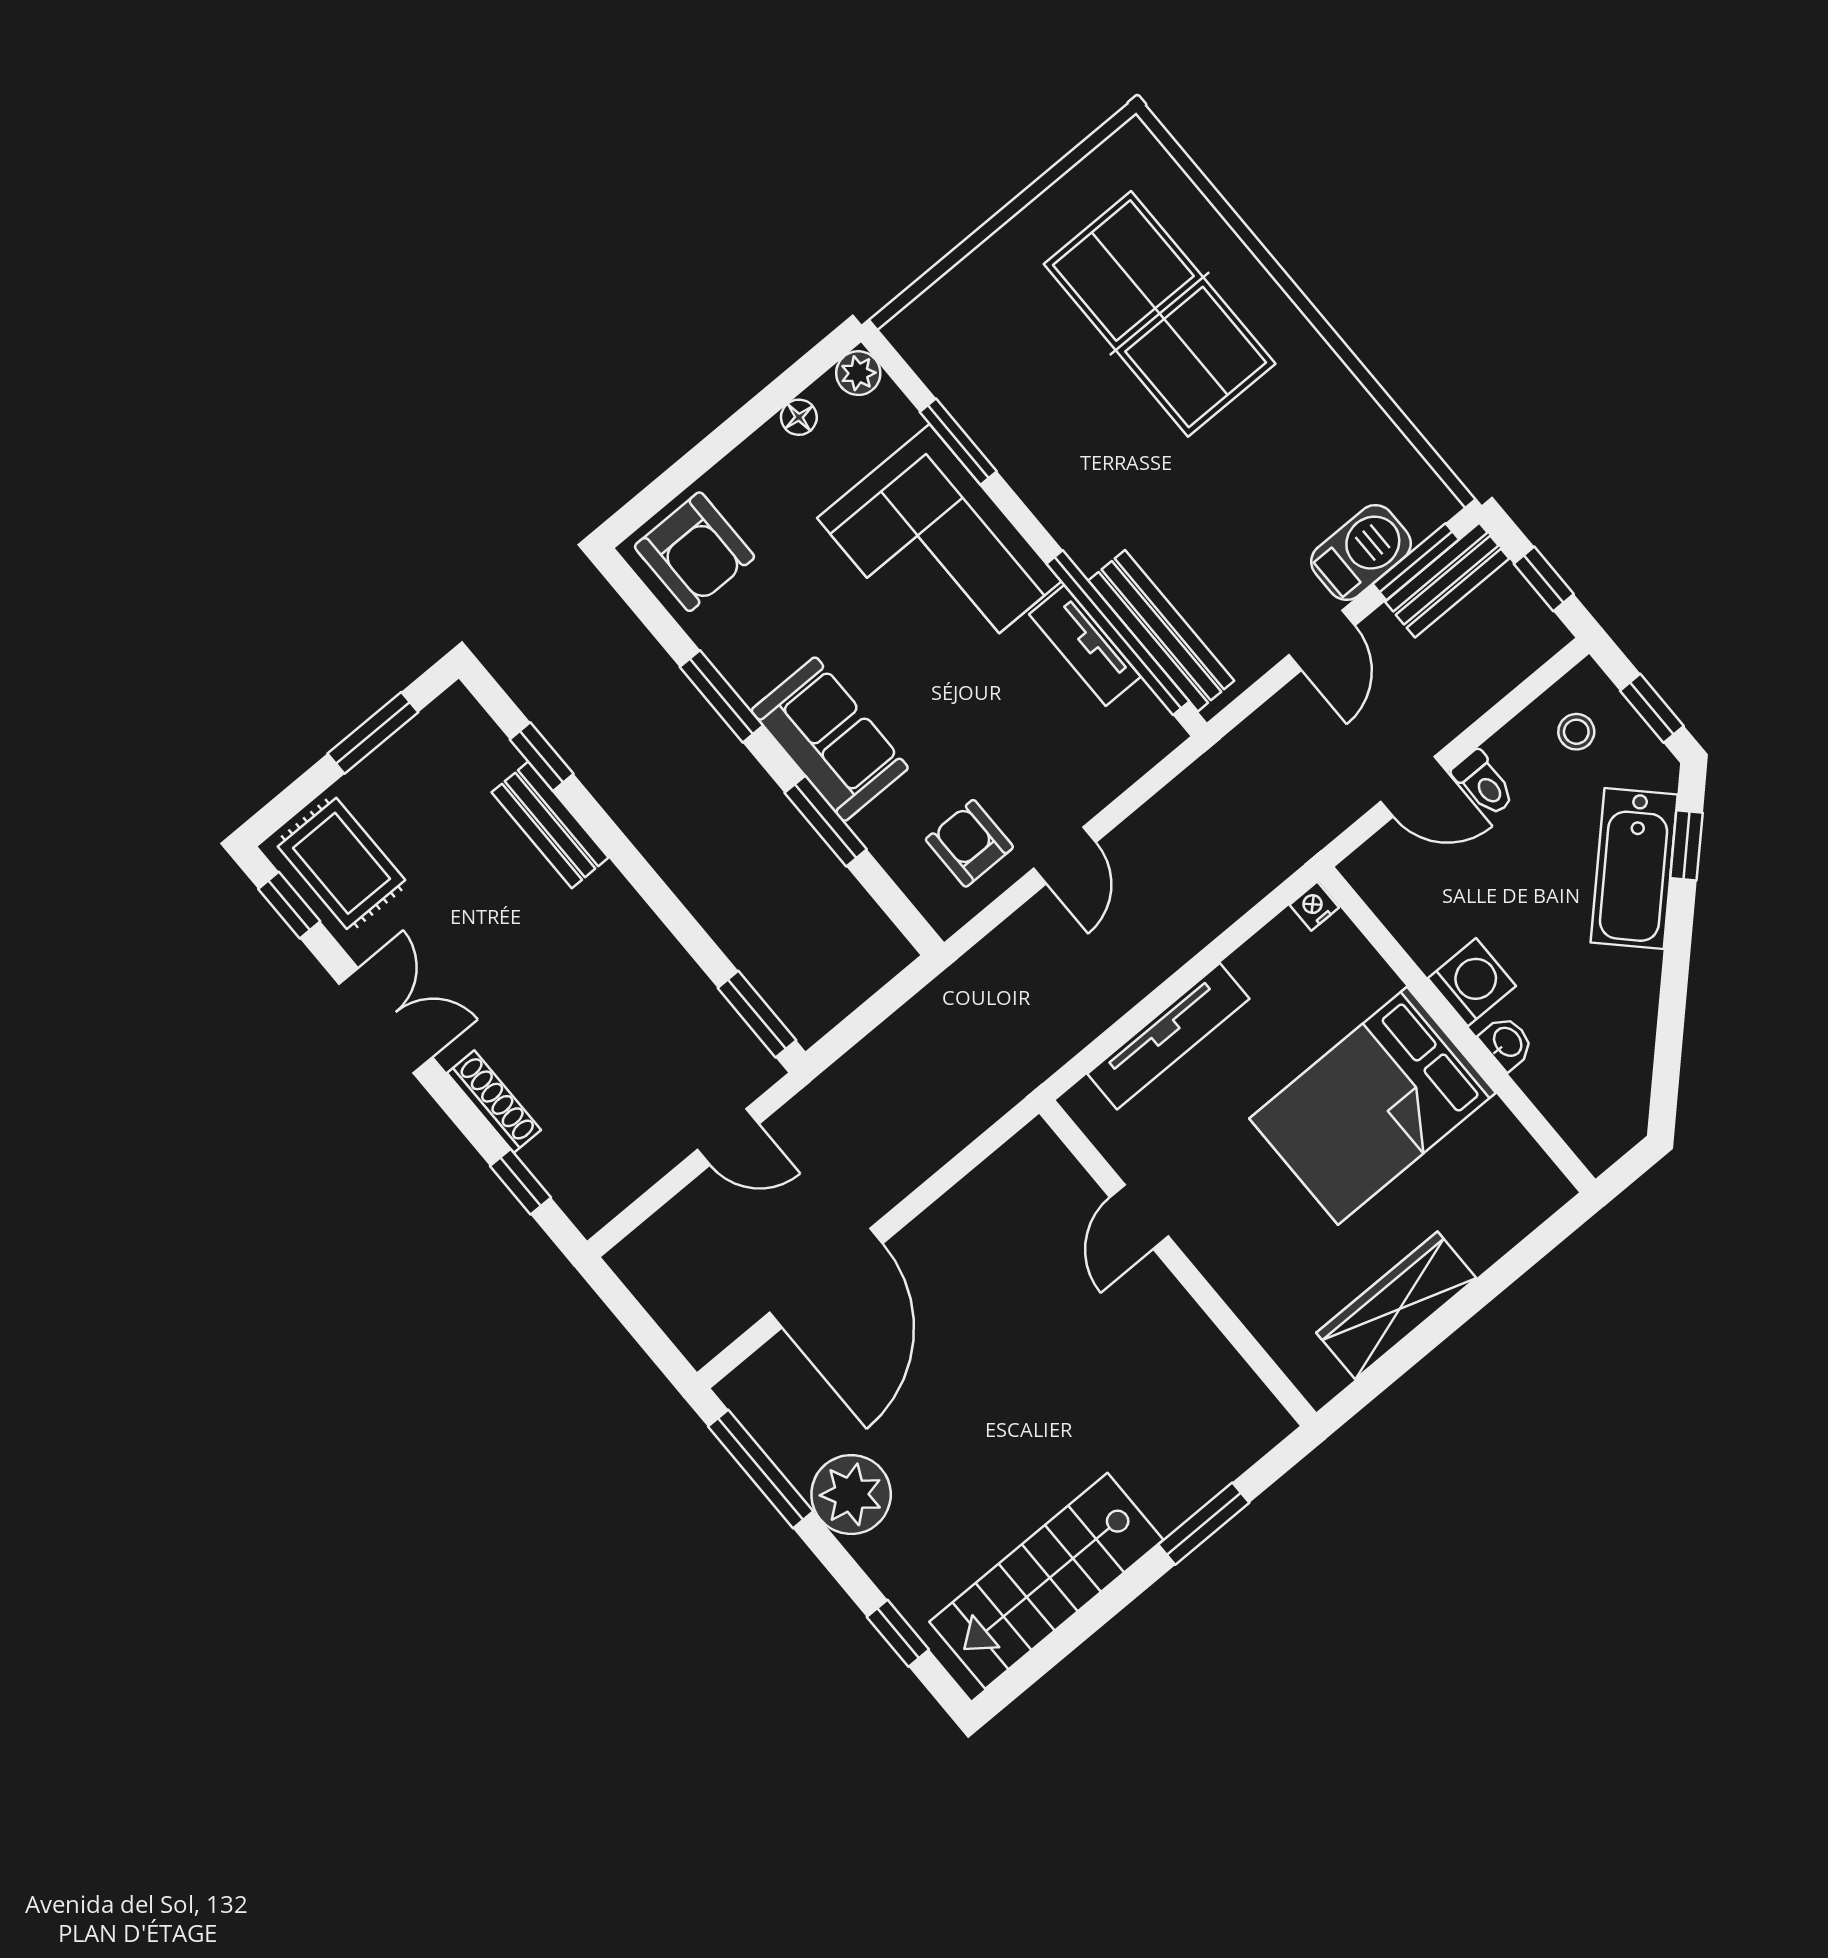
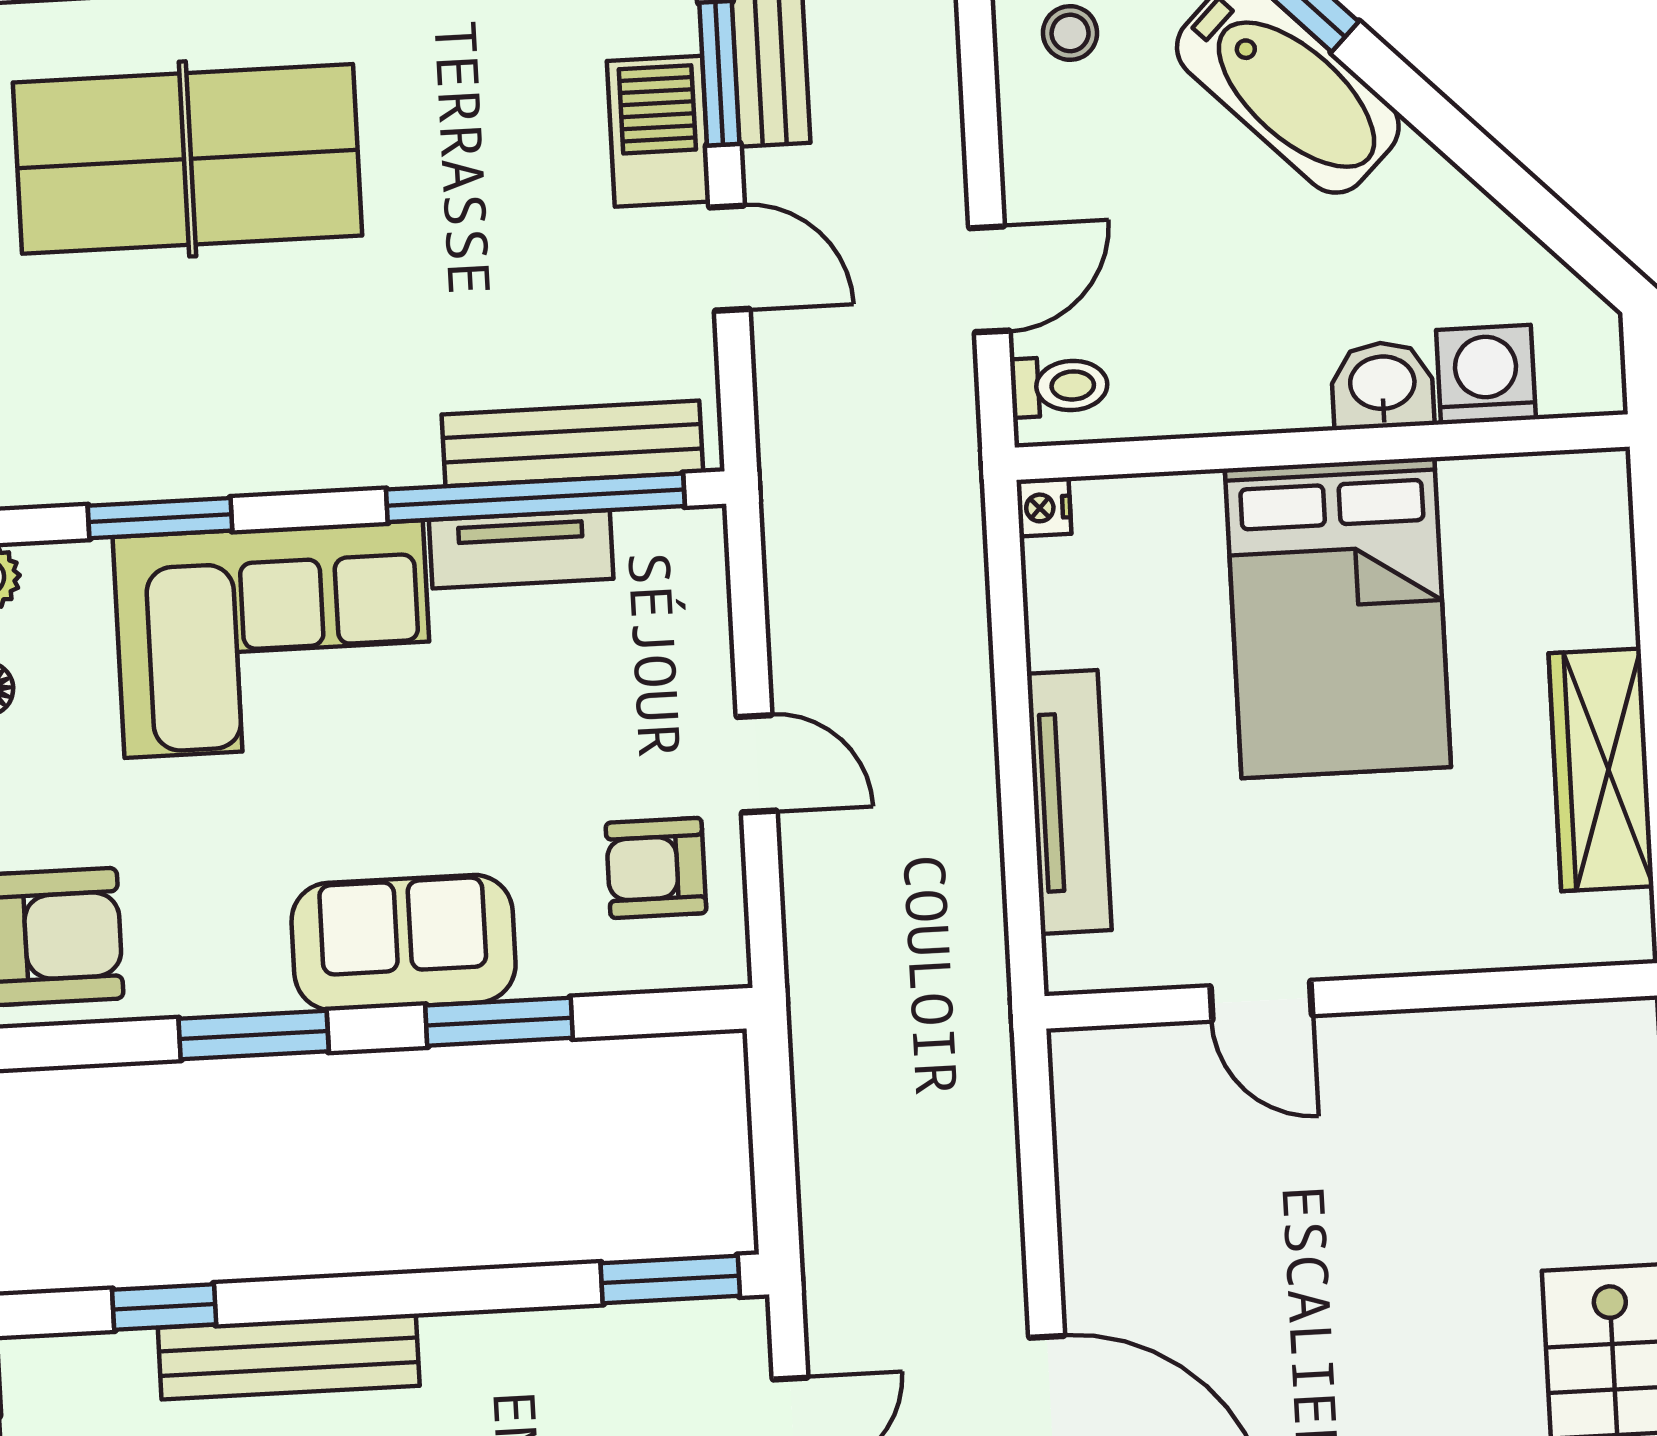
toilet: (1484, 783) -> (1059, 386), moved
bench: (550, 825) -> (289, 1357), width x1.36
washing machine: (1472, 982) -> (1486, 375), moved
washbasin: (1507, 1043) -> (1382, 385), width x1.38, depth x1.45

